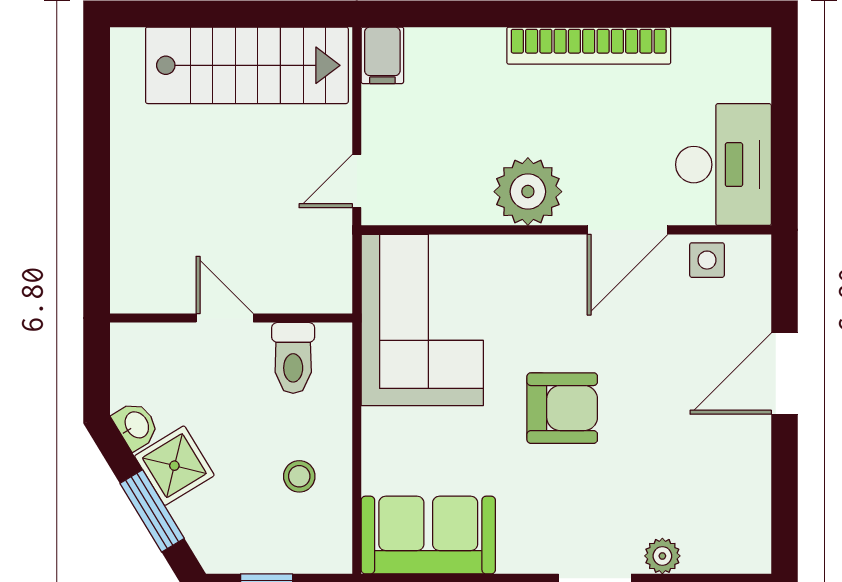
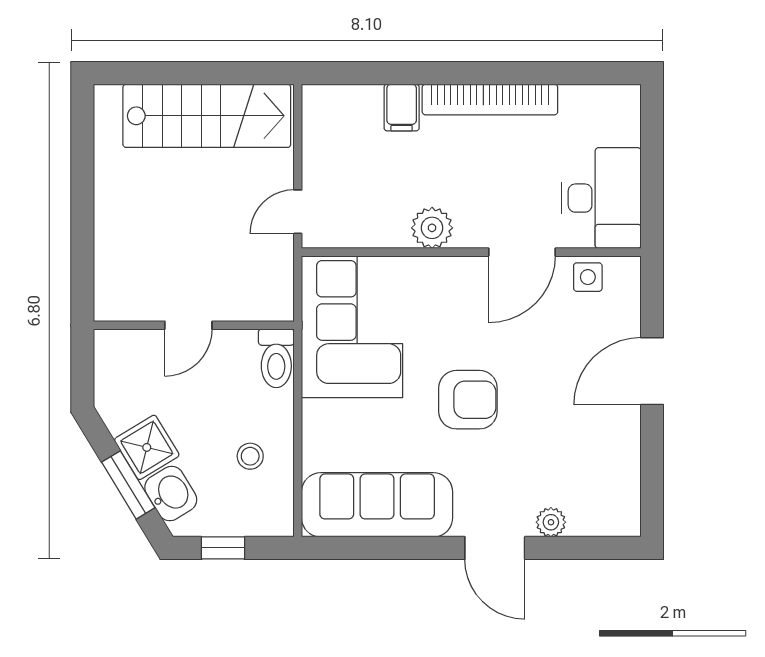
filing cabinet: (382, 55) -> (402, 108), moved
plant: (528, 192) -> (432, 228), width x0.73, depth x0.73
door: (225, 318) -> (188, 325), swing flipped
toilet: (293, 358) -> (276, 358), moved
washbasin: (136, 425) -> (171, 494), moved, width x1.38, depth x1.45
sofa: (428, 535) -> (377, 505), width x1.36

